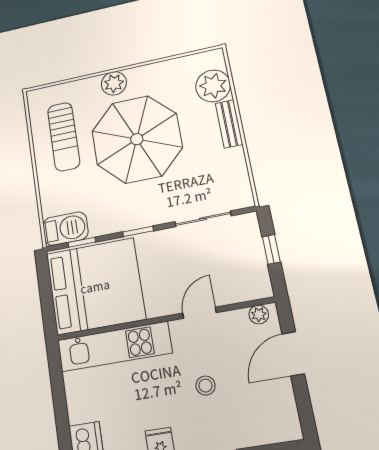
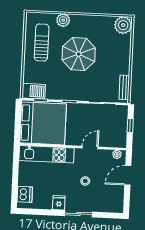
plant: (114, 83) -> (63, 20), moved
plant: (213, 86) -> (123, 25), moved
bench: (229, 124) -> (124, 87), moved
sun lounger: (64, 137) -> (42, 43), turned 180
parasol: (137, 139) -> (79, 54), width x0.73, depth x0.73

